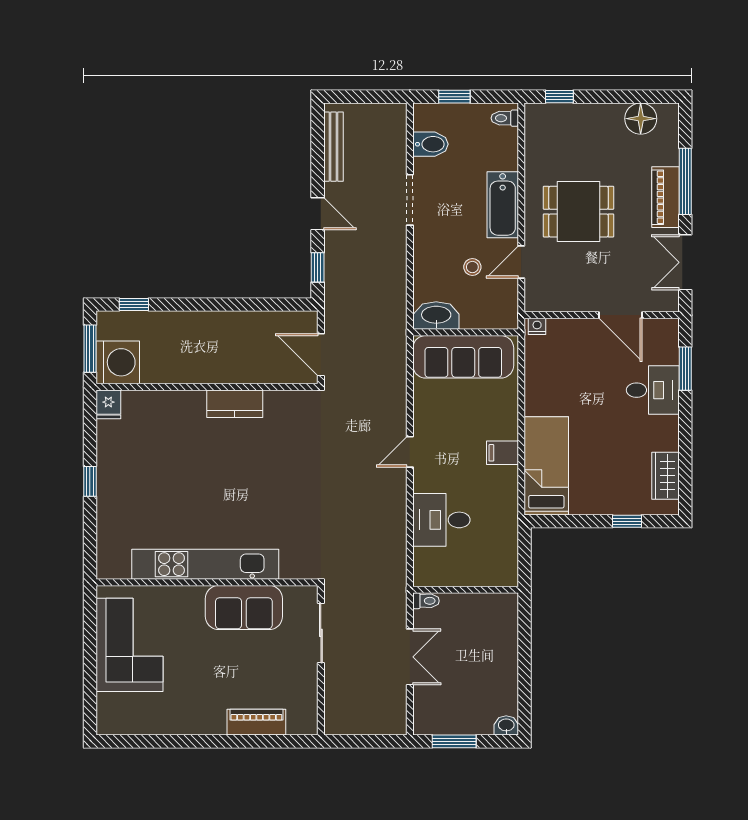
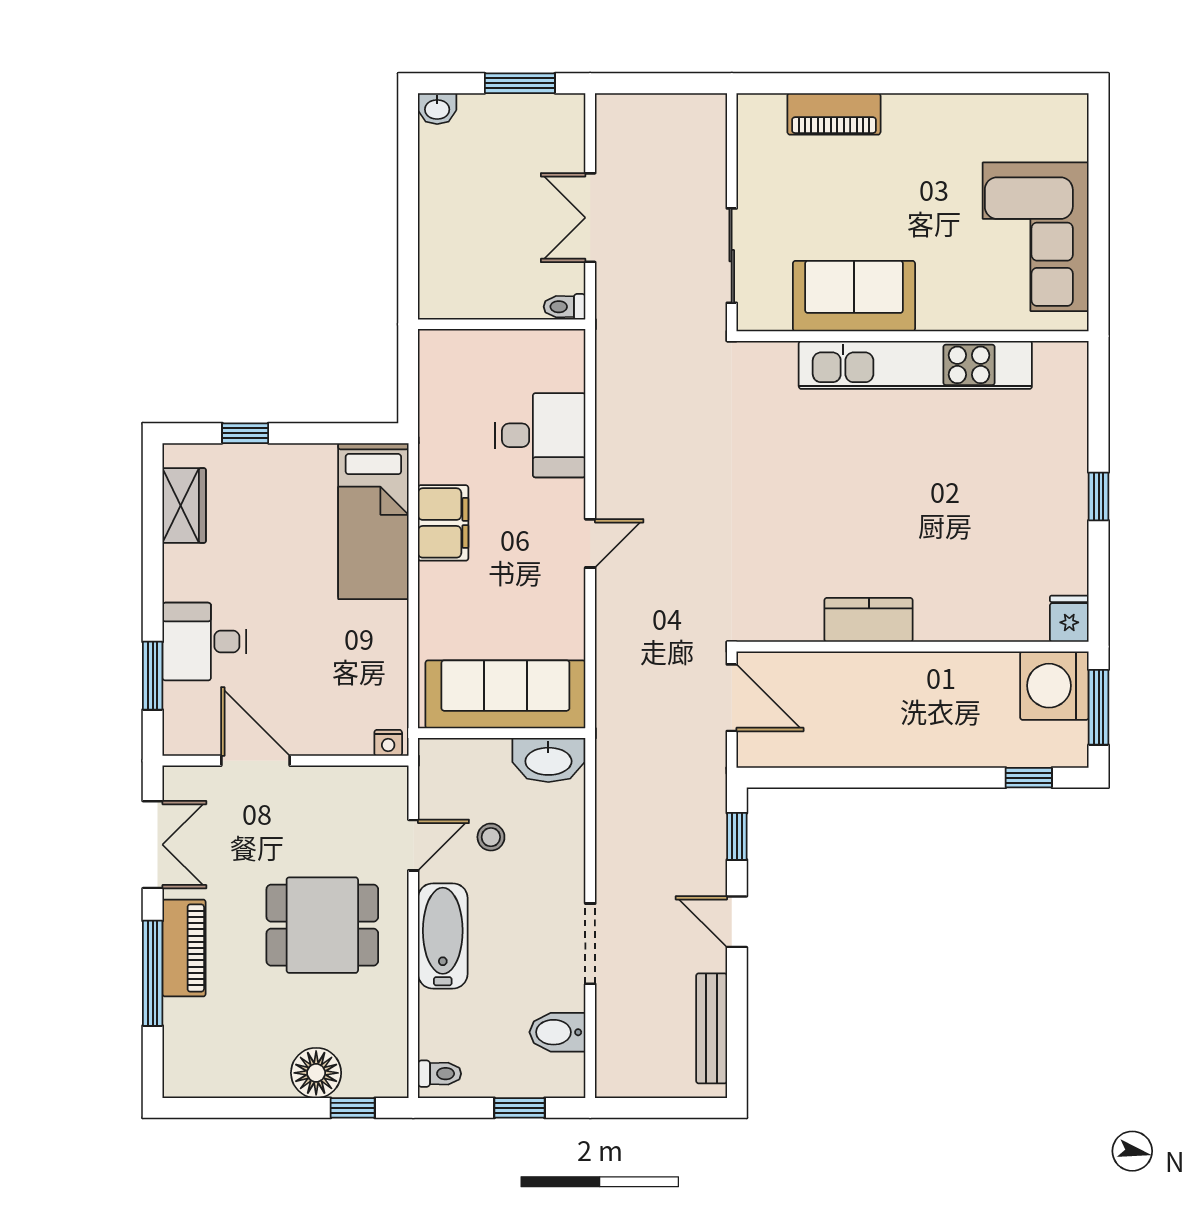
floor lamp: (641, 119) -> (316, 1073), moved
filing cabinet: (502, 453) -> (443, 523), width x2.00

